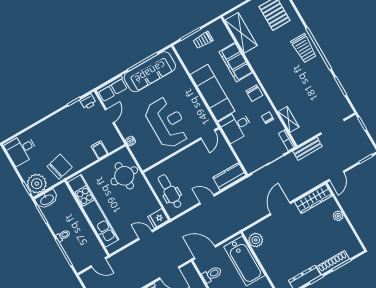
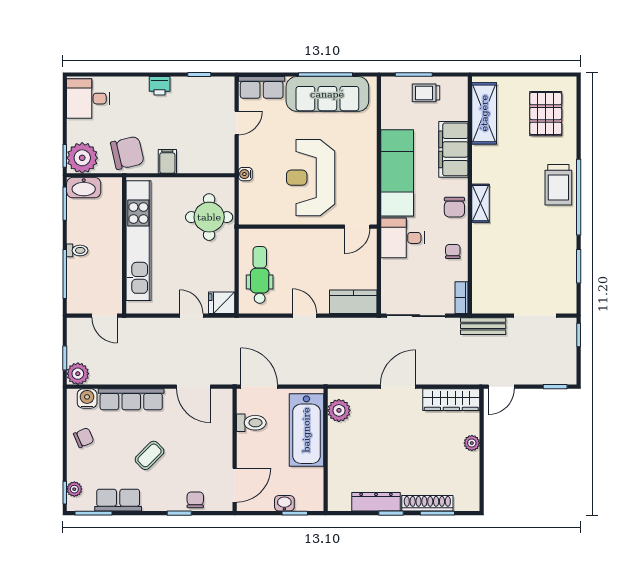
printer: (88, 102) -> (160, 86), moved
shelving: (288, 119) -> (480, 203), moved
reception desk: (167, 122) -> (311, 178), turned 180
filing cabinet: (99, 150) -> (167, 161), moved

